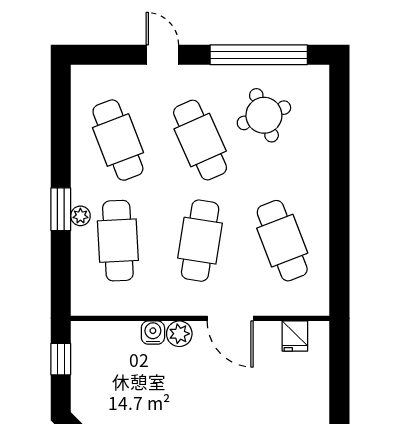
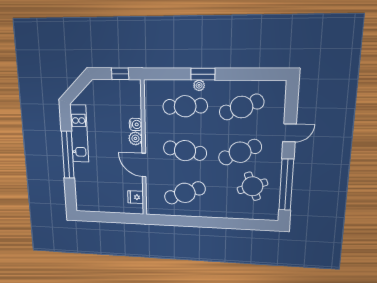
door: (230, 318) -> (144, 165), hinge flipped

